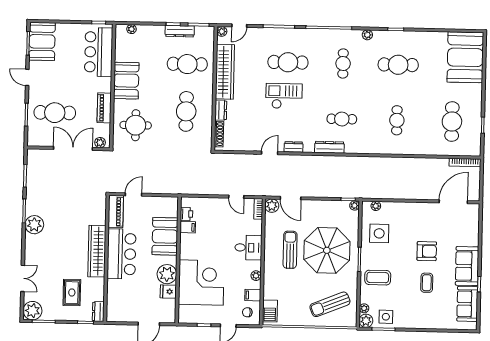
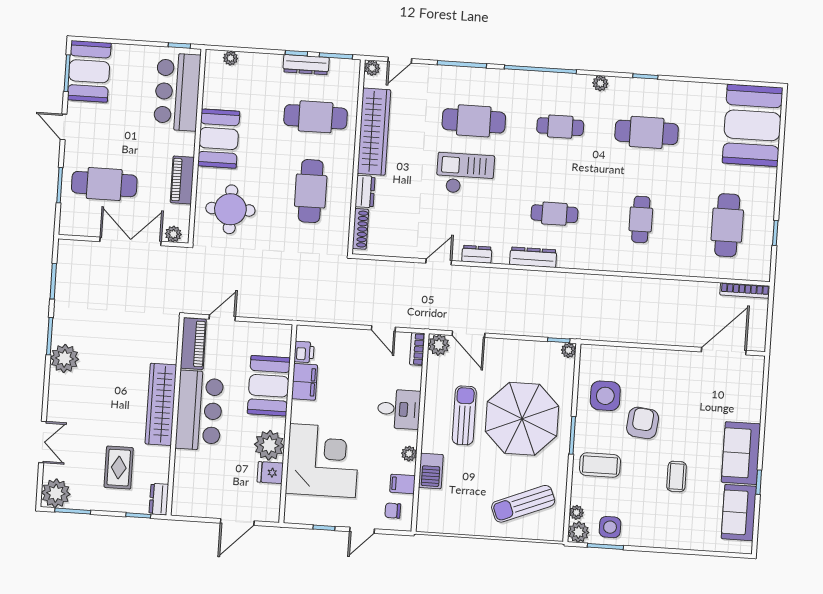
cafe table: (343, 64) -> (560, 127), turned 90
plant: (376, 206) -> (602, 352), removed
filing cabinet: (188, 227) -> (305, 382), width x2.00
armchair: (427, 251) -> (643, 423), moved, turned -84
barbecue: (270, 311) -> (431, 471), moved

